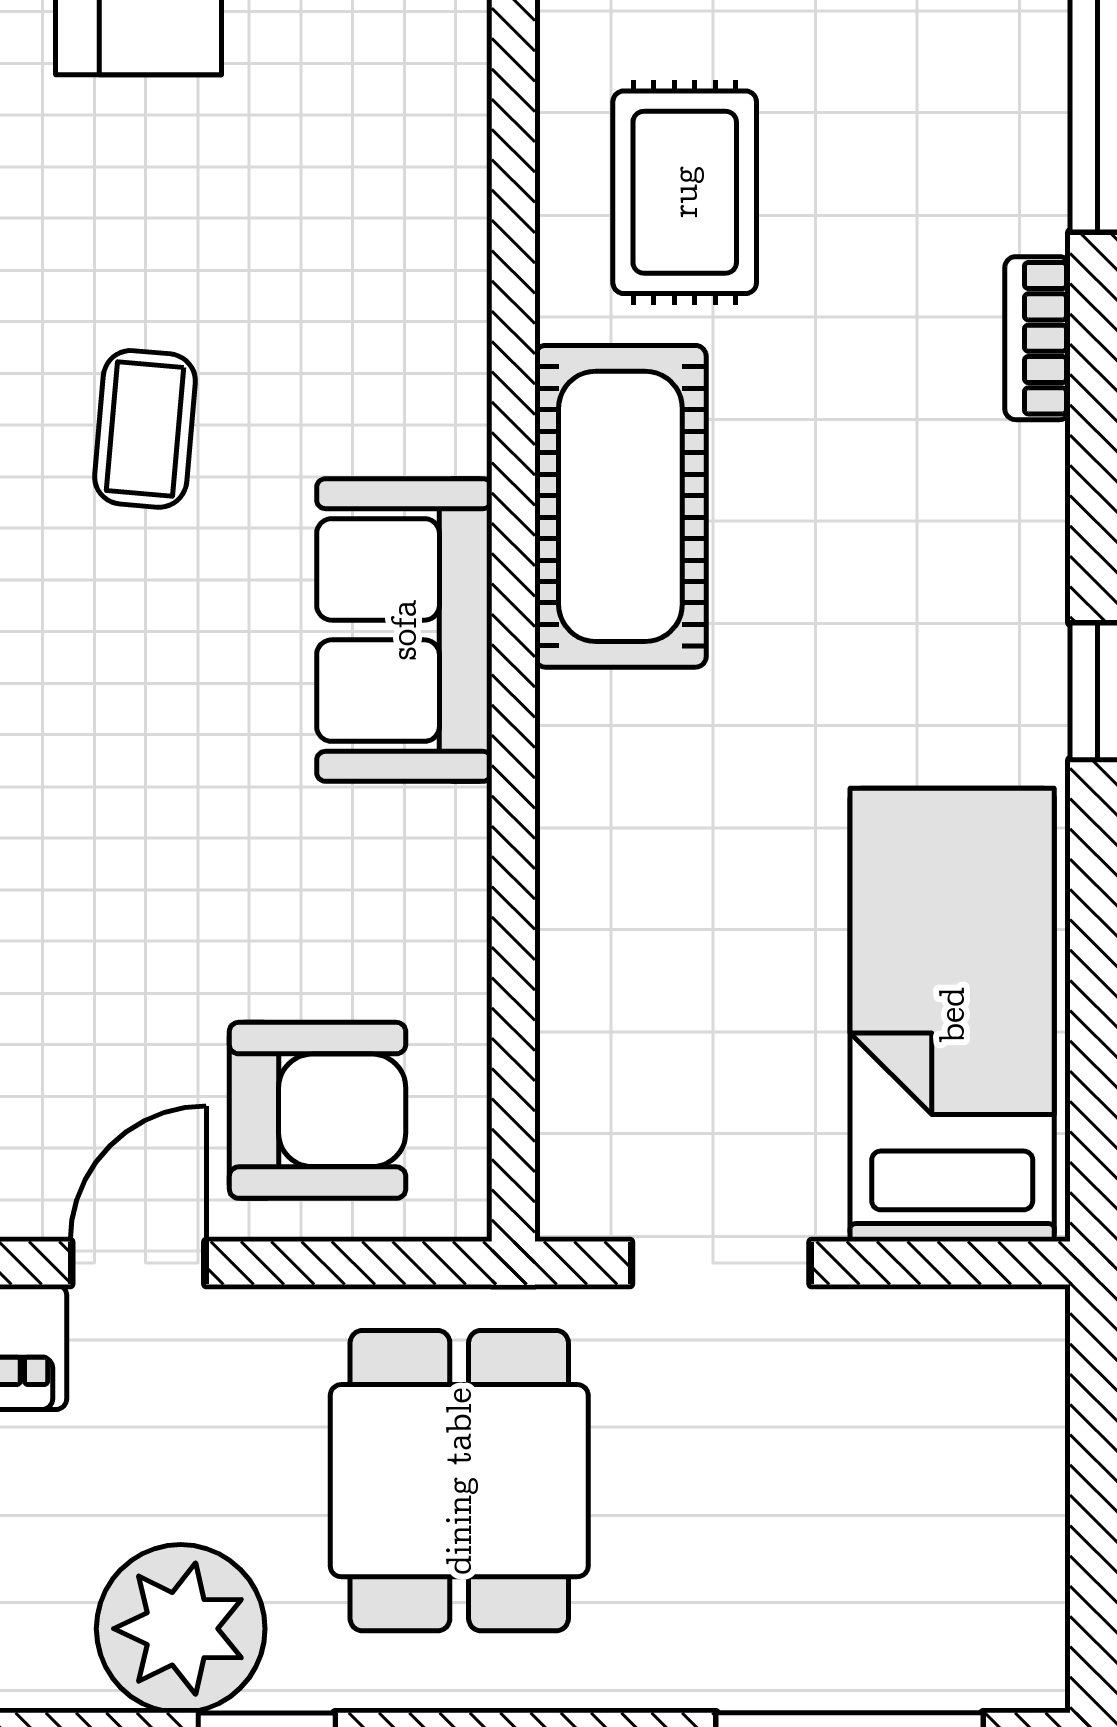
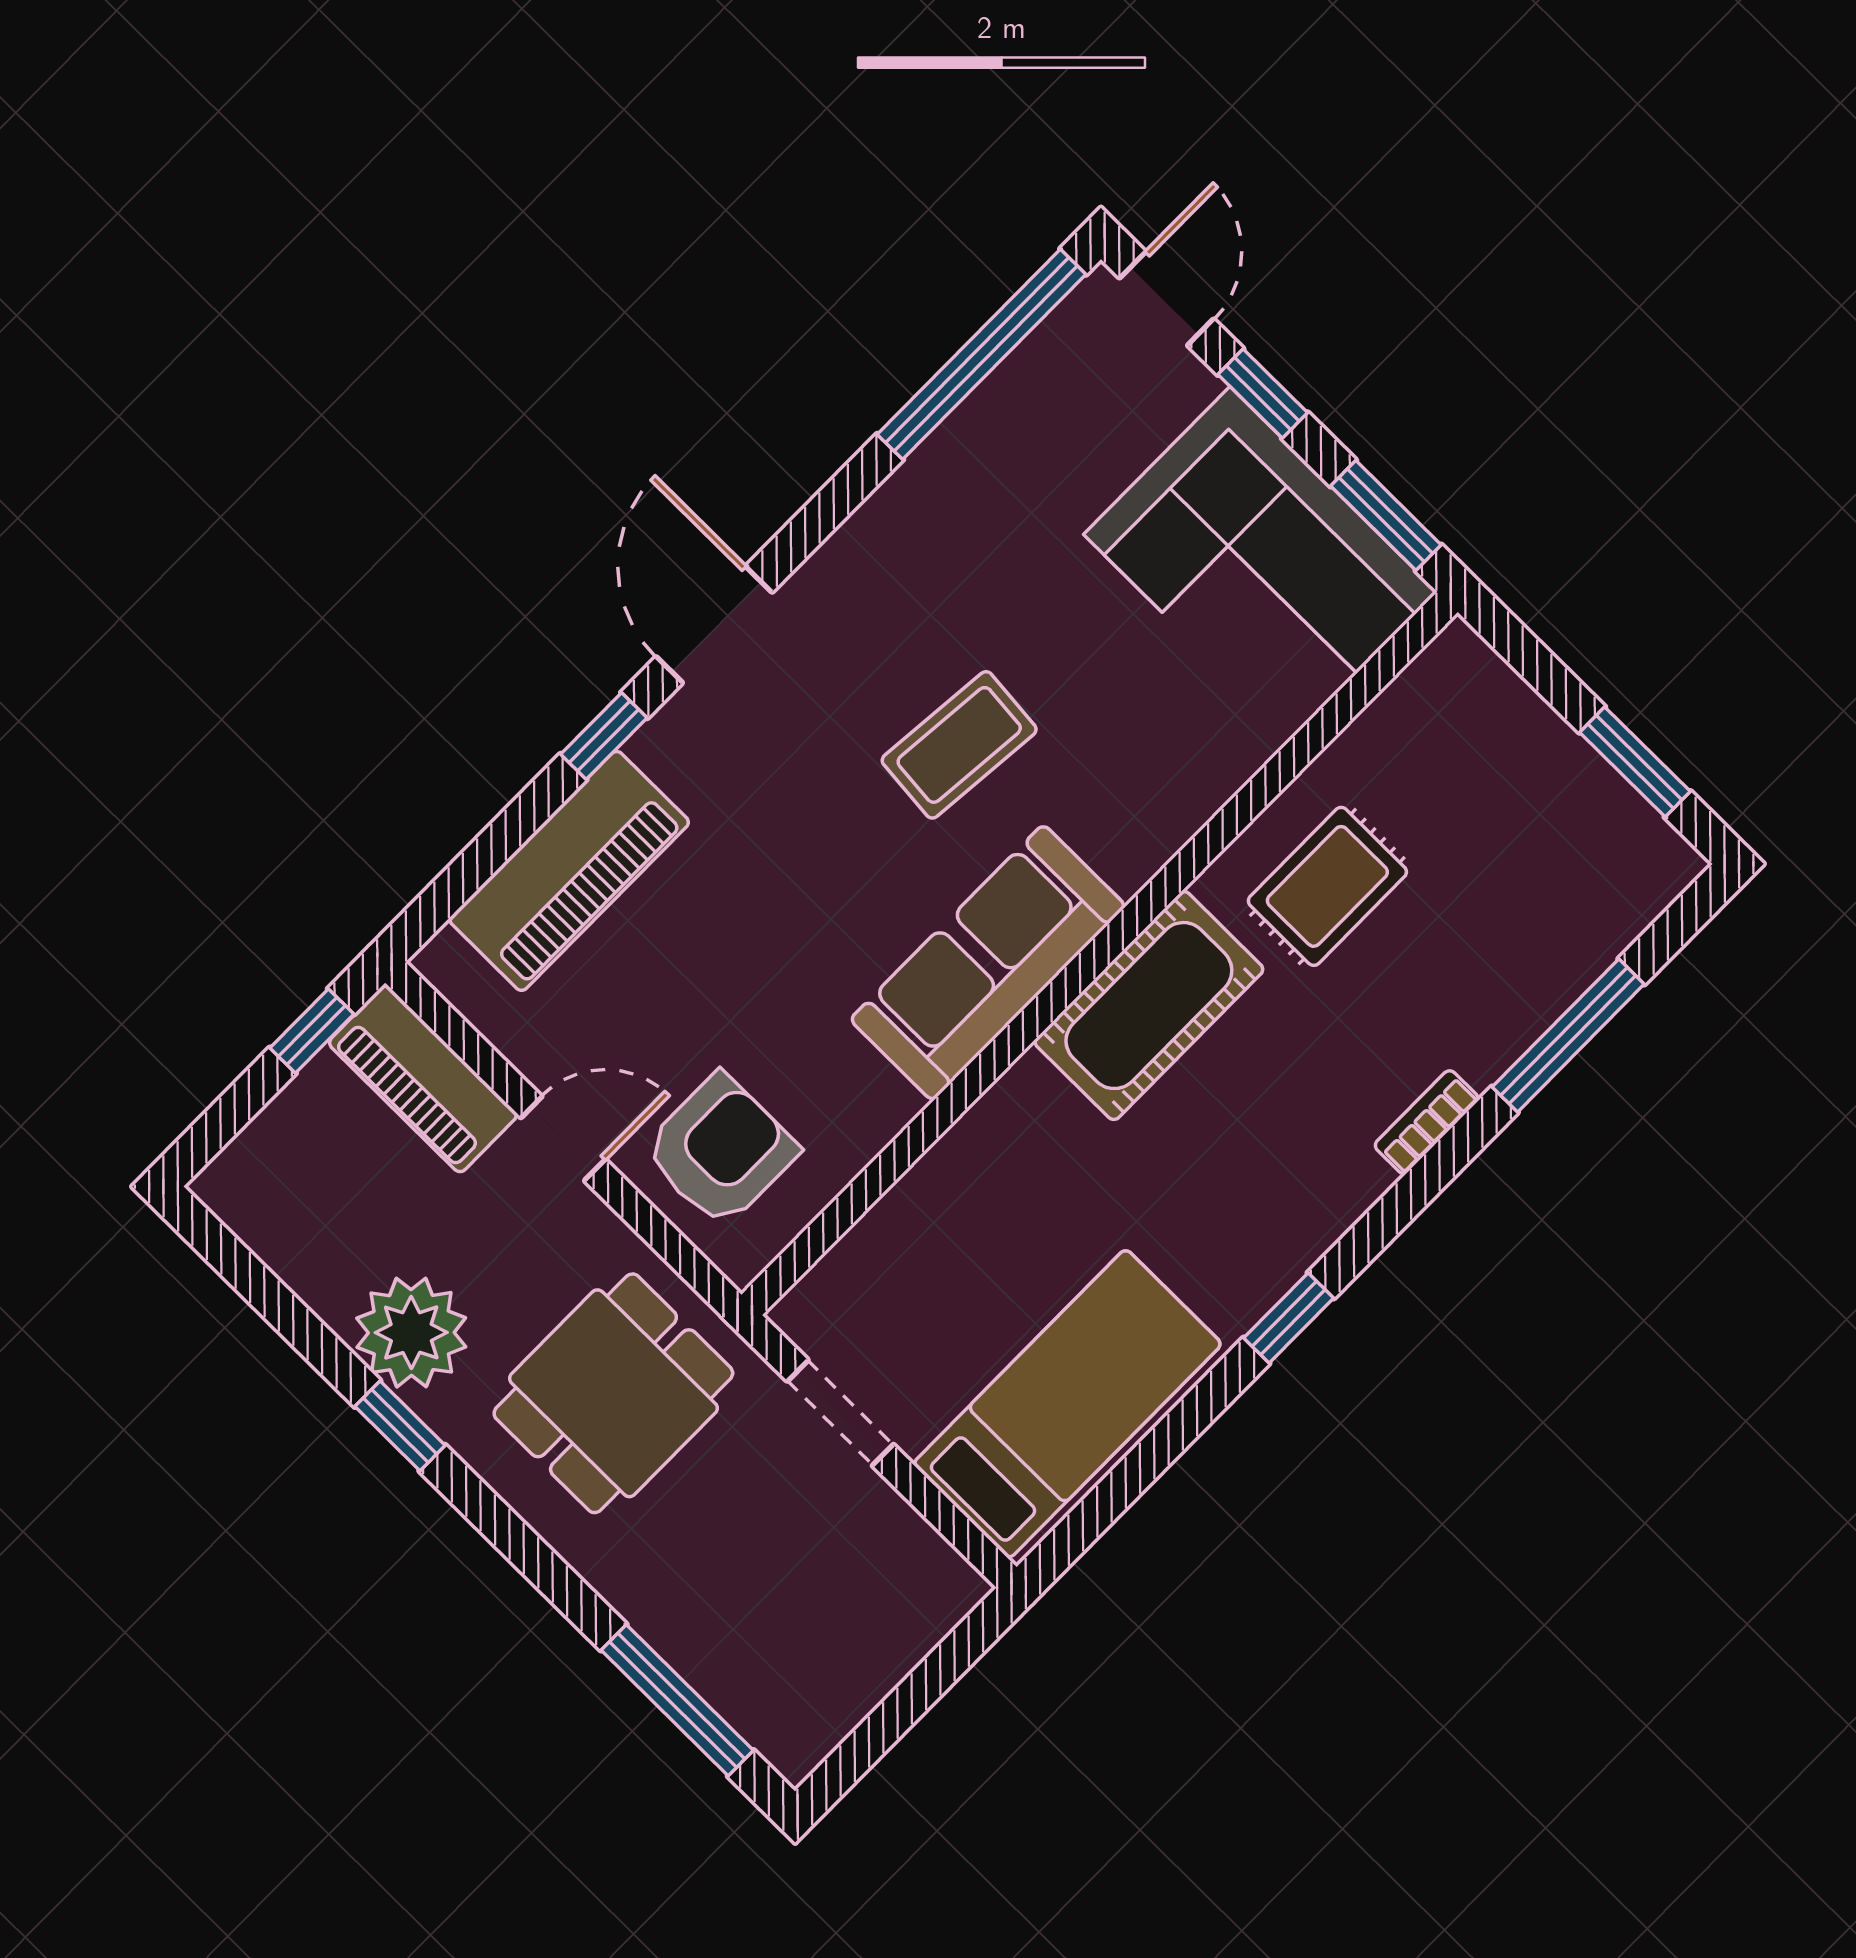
coffee table: (145, 429) -> (959, 745), width x1.36, depth x1.30
sofa: (404, 630) -> (988, 963), width x1.36
armchair: (318, 1110) -> (720, 1150), turned -90

